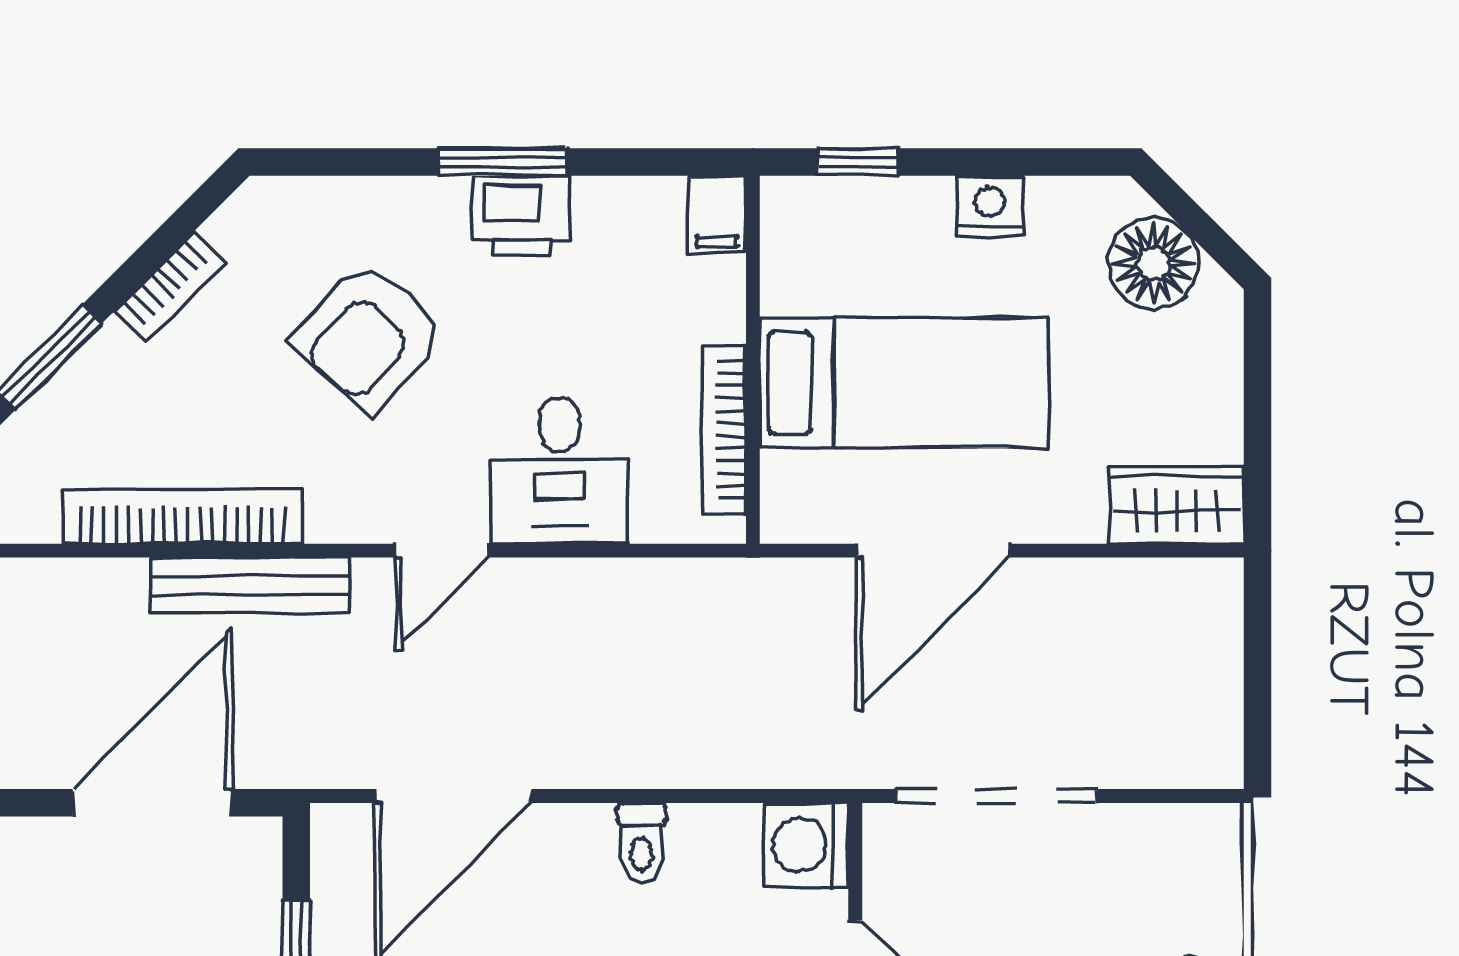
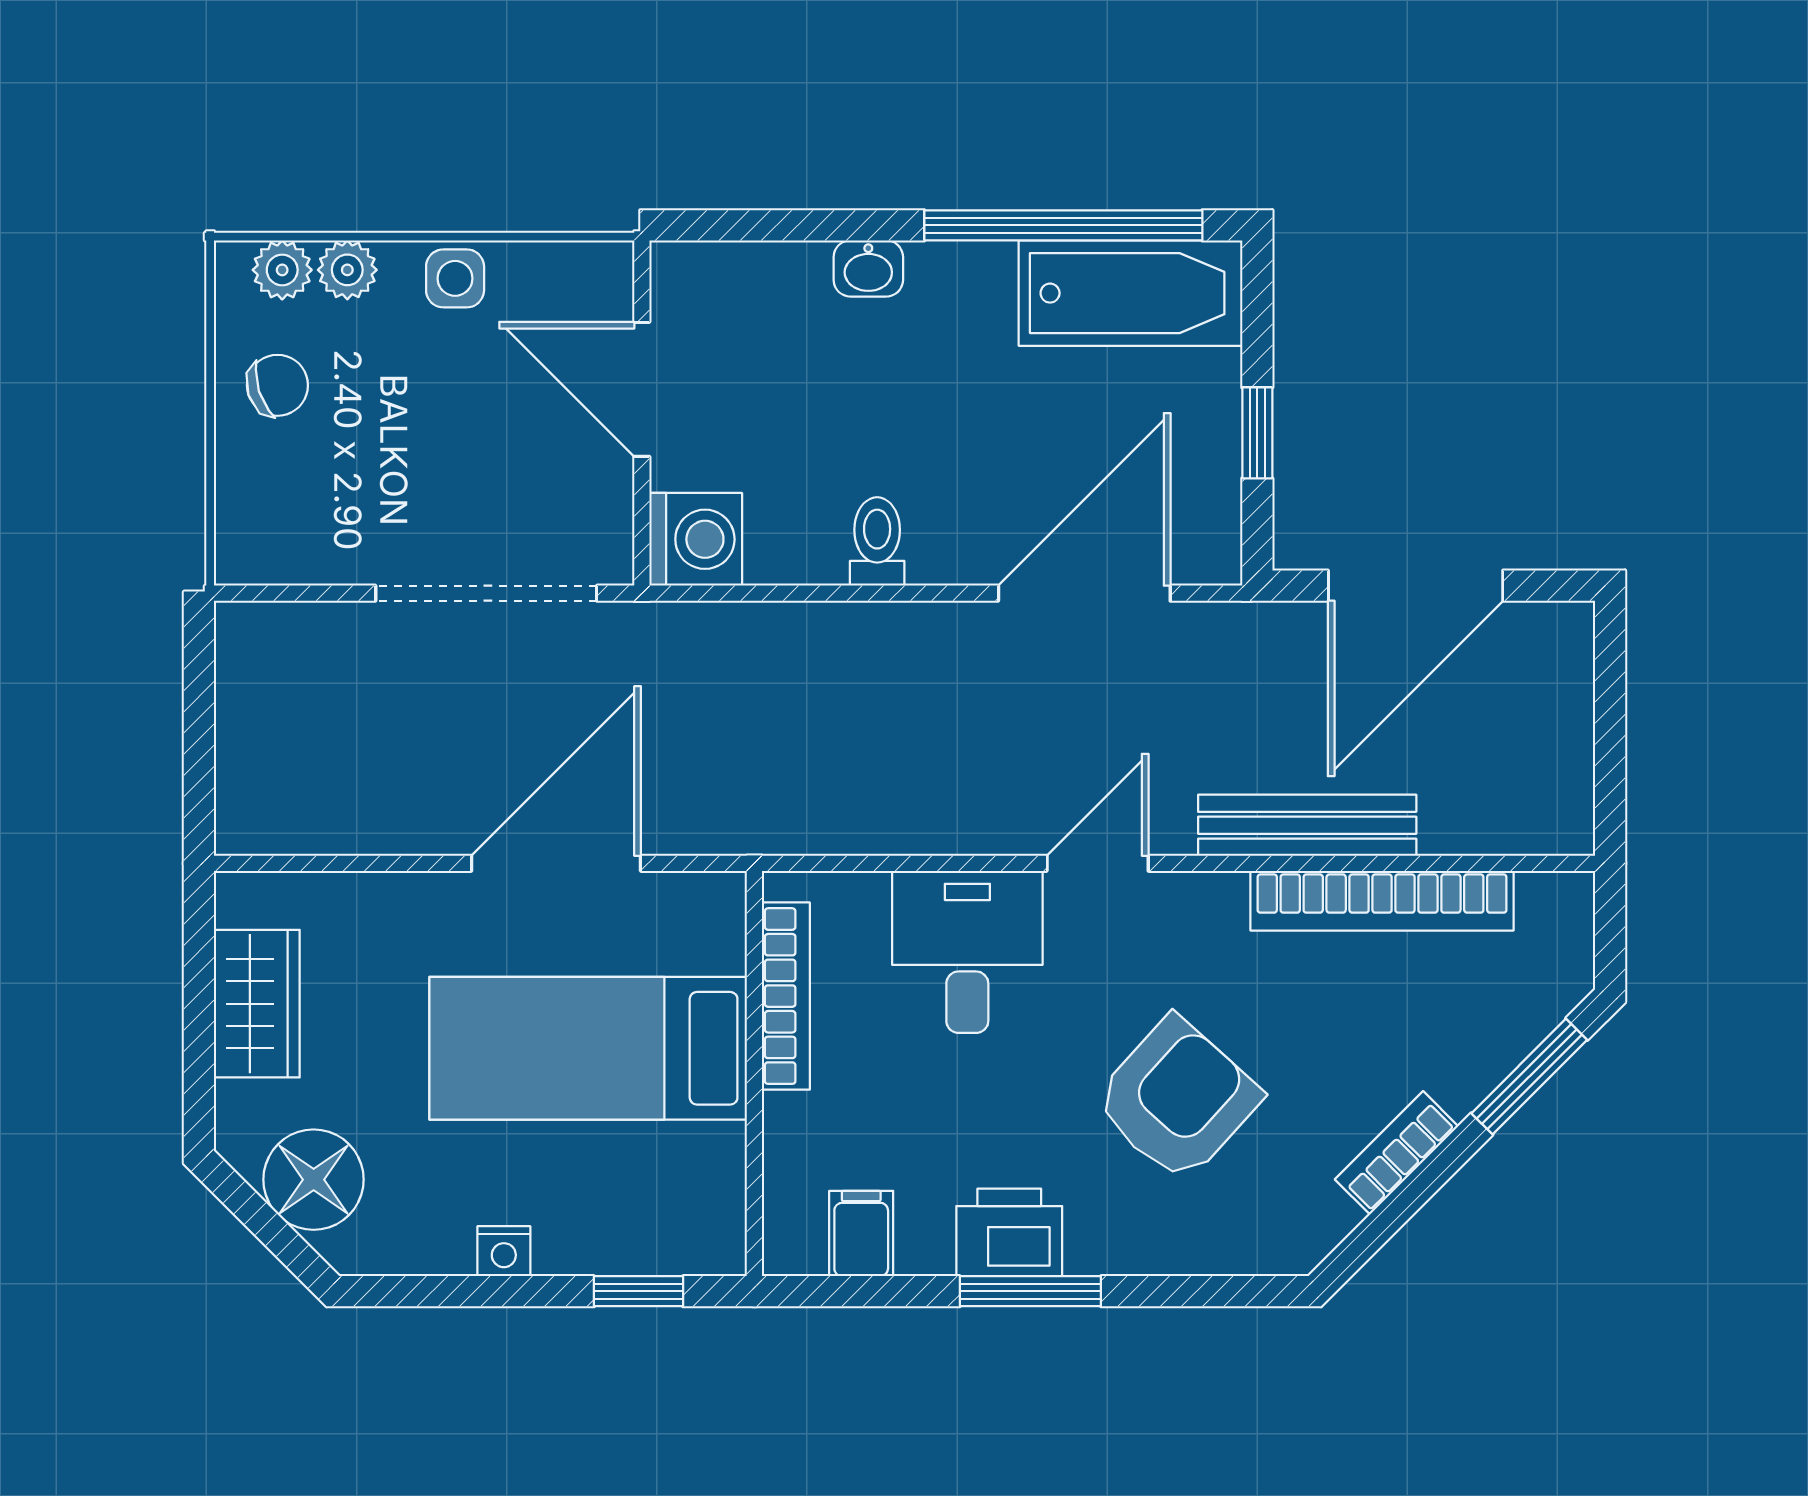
nightstand: (990, 206) -> (504, 1251), width x0.72, depth x0.74
filing cabinet: (717, 214) -> (861, 1234), moved
wardrobe: (1177, 505) -> (257, 1004), moved, turned -90

